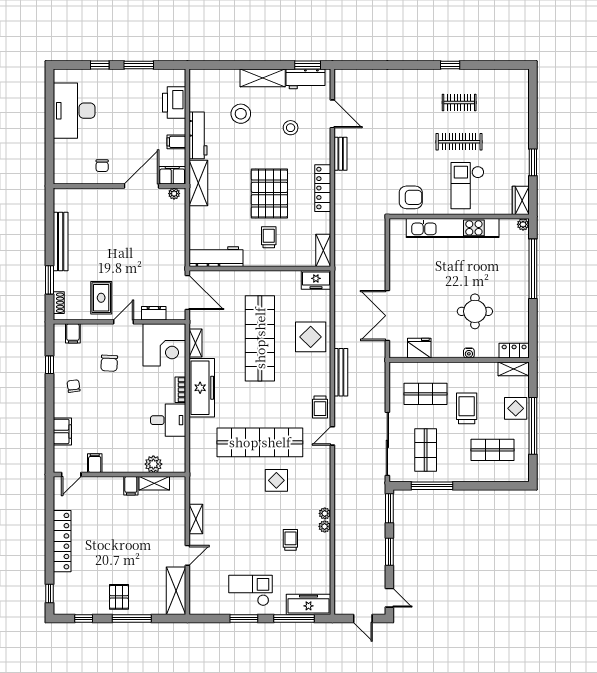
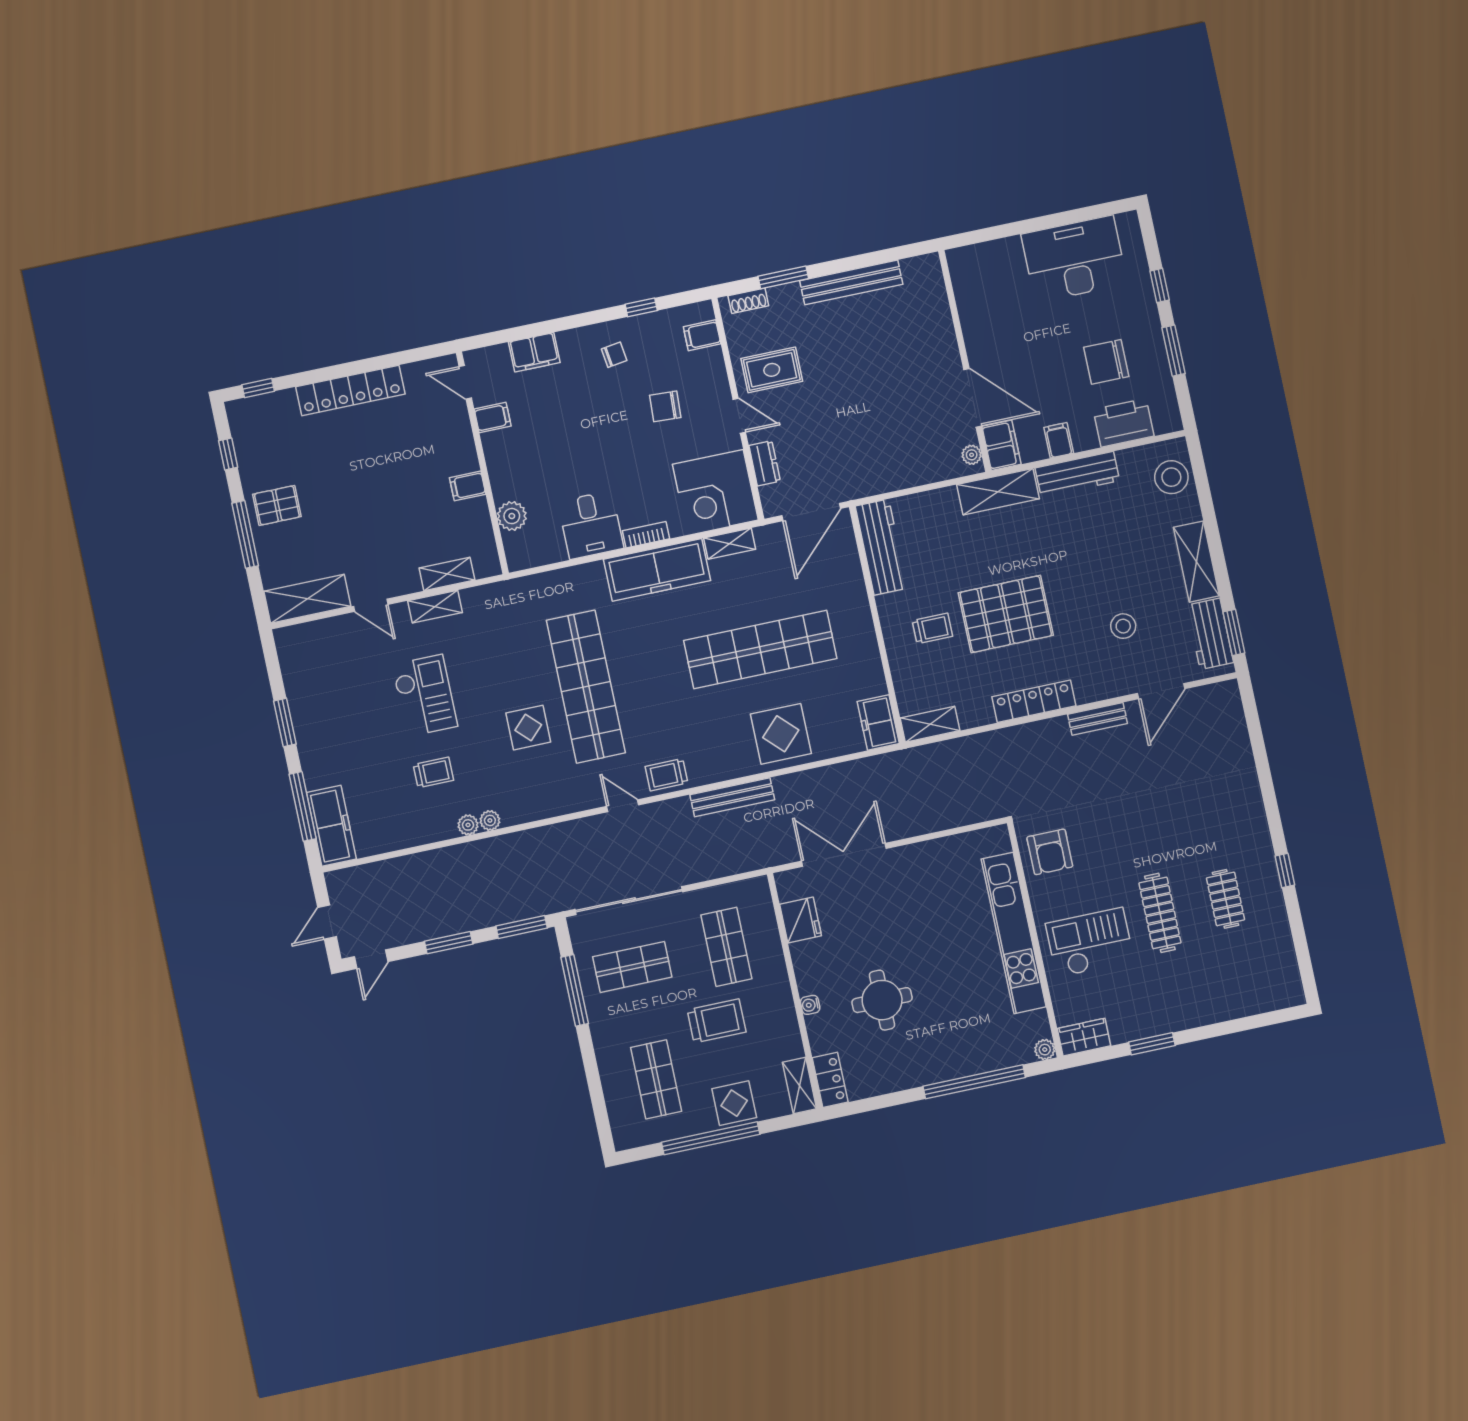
stool: (241, 114) -> (1171, 477), moved
chair: (102, 166) -> (1106, 362), moved, width x1.87, depth x1.87
shelving: (154, 483) -> (447, 574), moved, turned 90
checkout: (251, 590) -> (425, 695), moved

